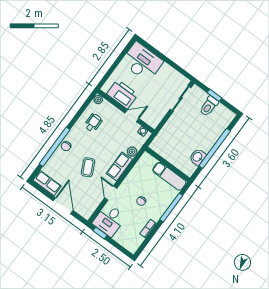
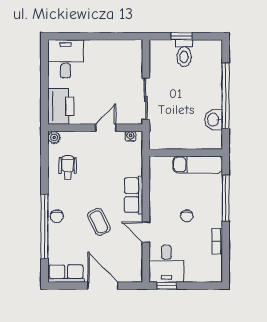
desk: (142, 62) -> (66, 59), width x0.73
printer: (122, 94) -> (61, 106), moved, turned 90
sliding door: (181, 98) -> (146, 99), moved
plant: (132, 152) -> (135, 168), removed

